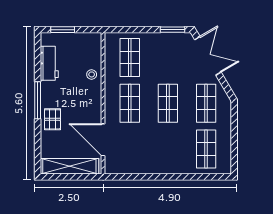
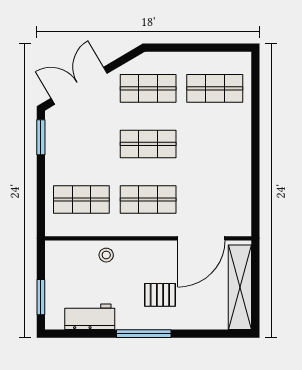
pallet: (52, 119) -> (160, 295), moved

